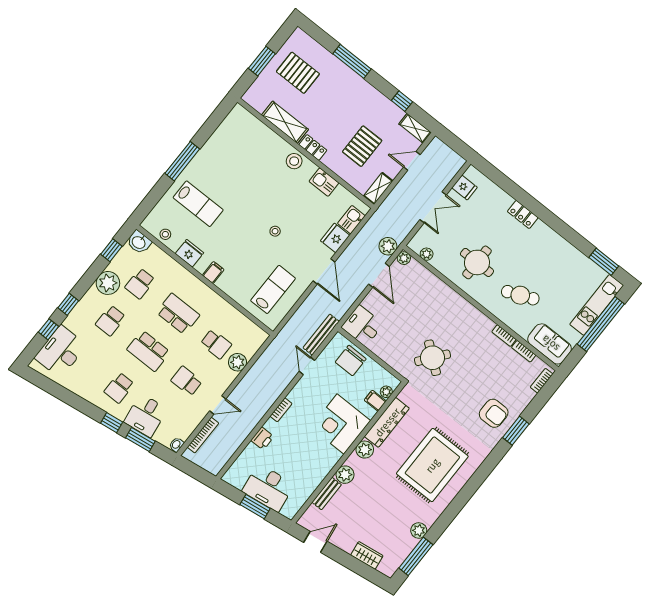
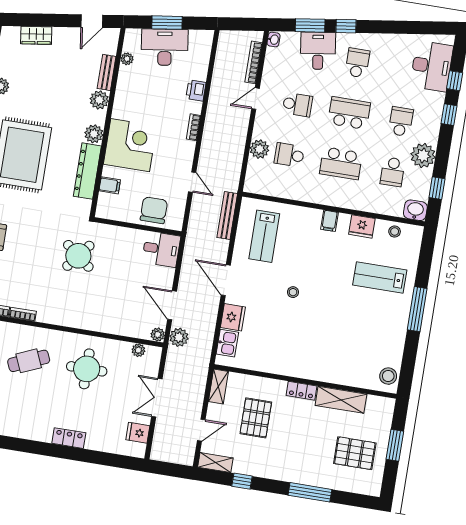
stool: (294, 161) -> (388, 376), moved
kitchen sink: (324, 182) -> (273, 364), removed
school desk: (140, 284) -> (393, 172), turned 180
bench: (321, 335) -> (227, 216), moved
plant: (386, 392) -> (127, 59), moved

